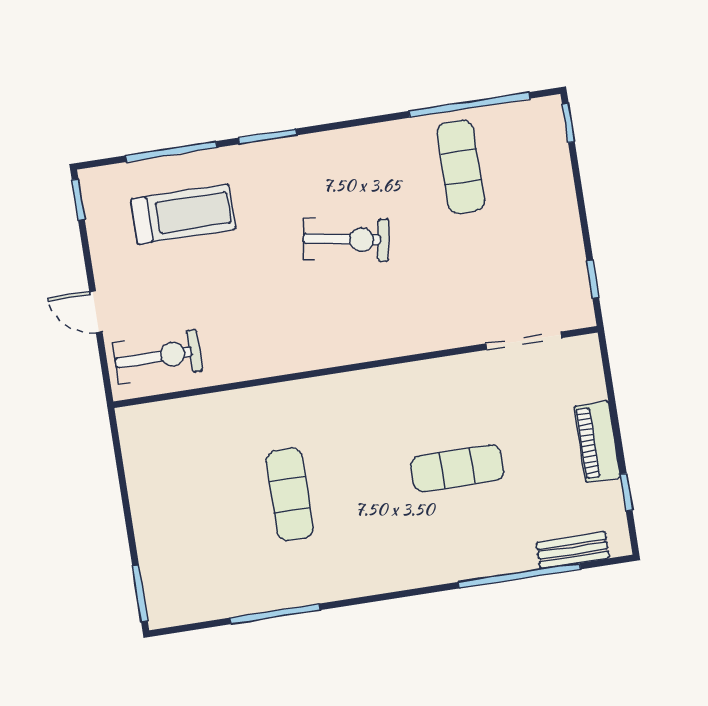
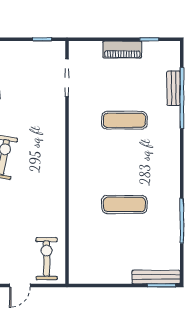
exercise mat: (457, 468) -> (124, 120), turned 90
bench: (573, 550) -> (174, 88), moved
bench: (155, 580) -> (156, 277), added

